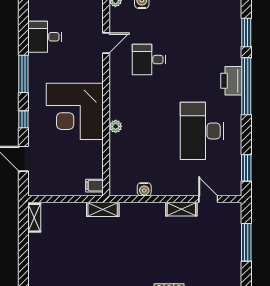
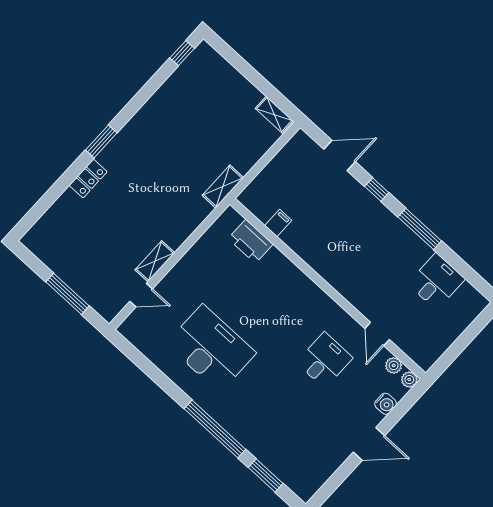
printer: (231, 81) -> (251, 241), moved, turned 180
corner desk: (75, 111) -> (340, 245), removed
plant: (116, 126) -> (394, 365), moved
window: (246, 168) -> (138, 358), removed
filing cabinet: (94, 186) -> (278, 223), moved
water cooler: (144, 189) -> (206, 243), removed

